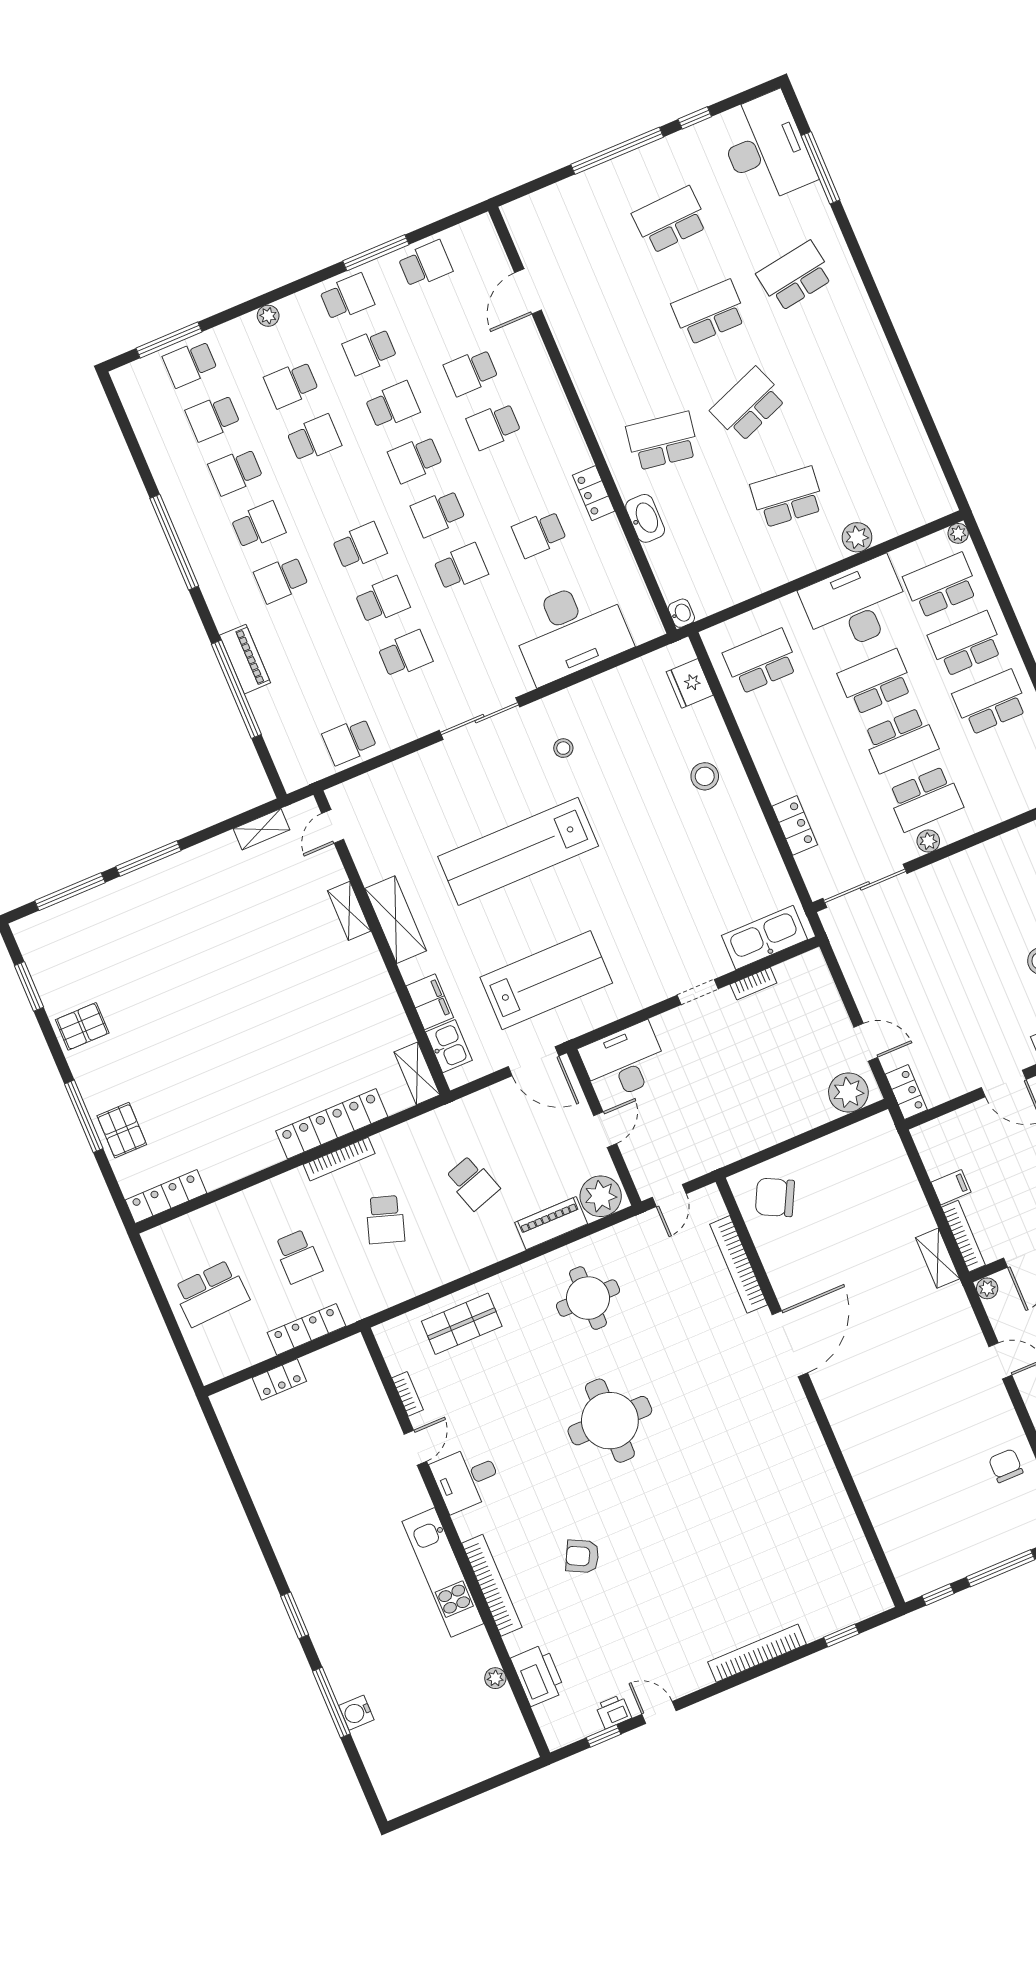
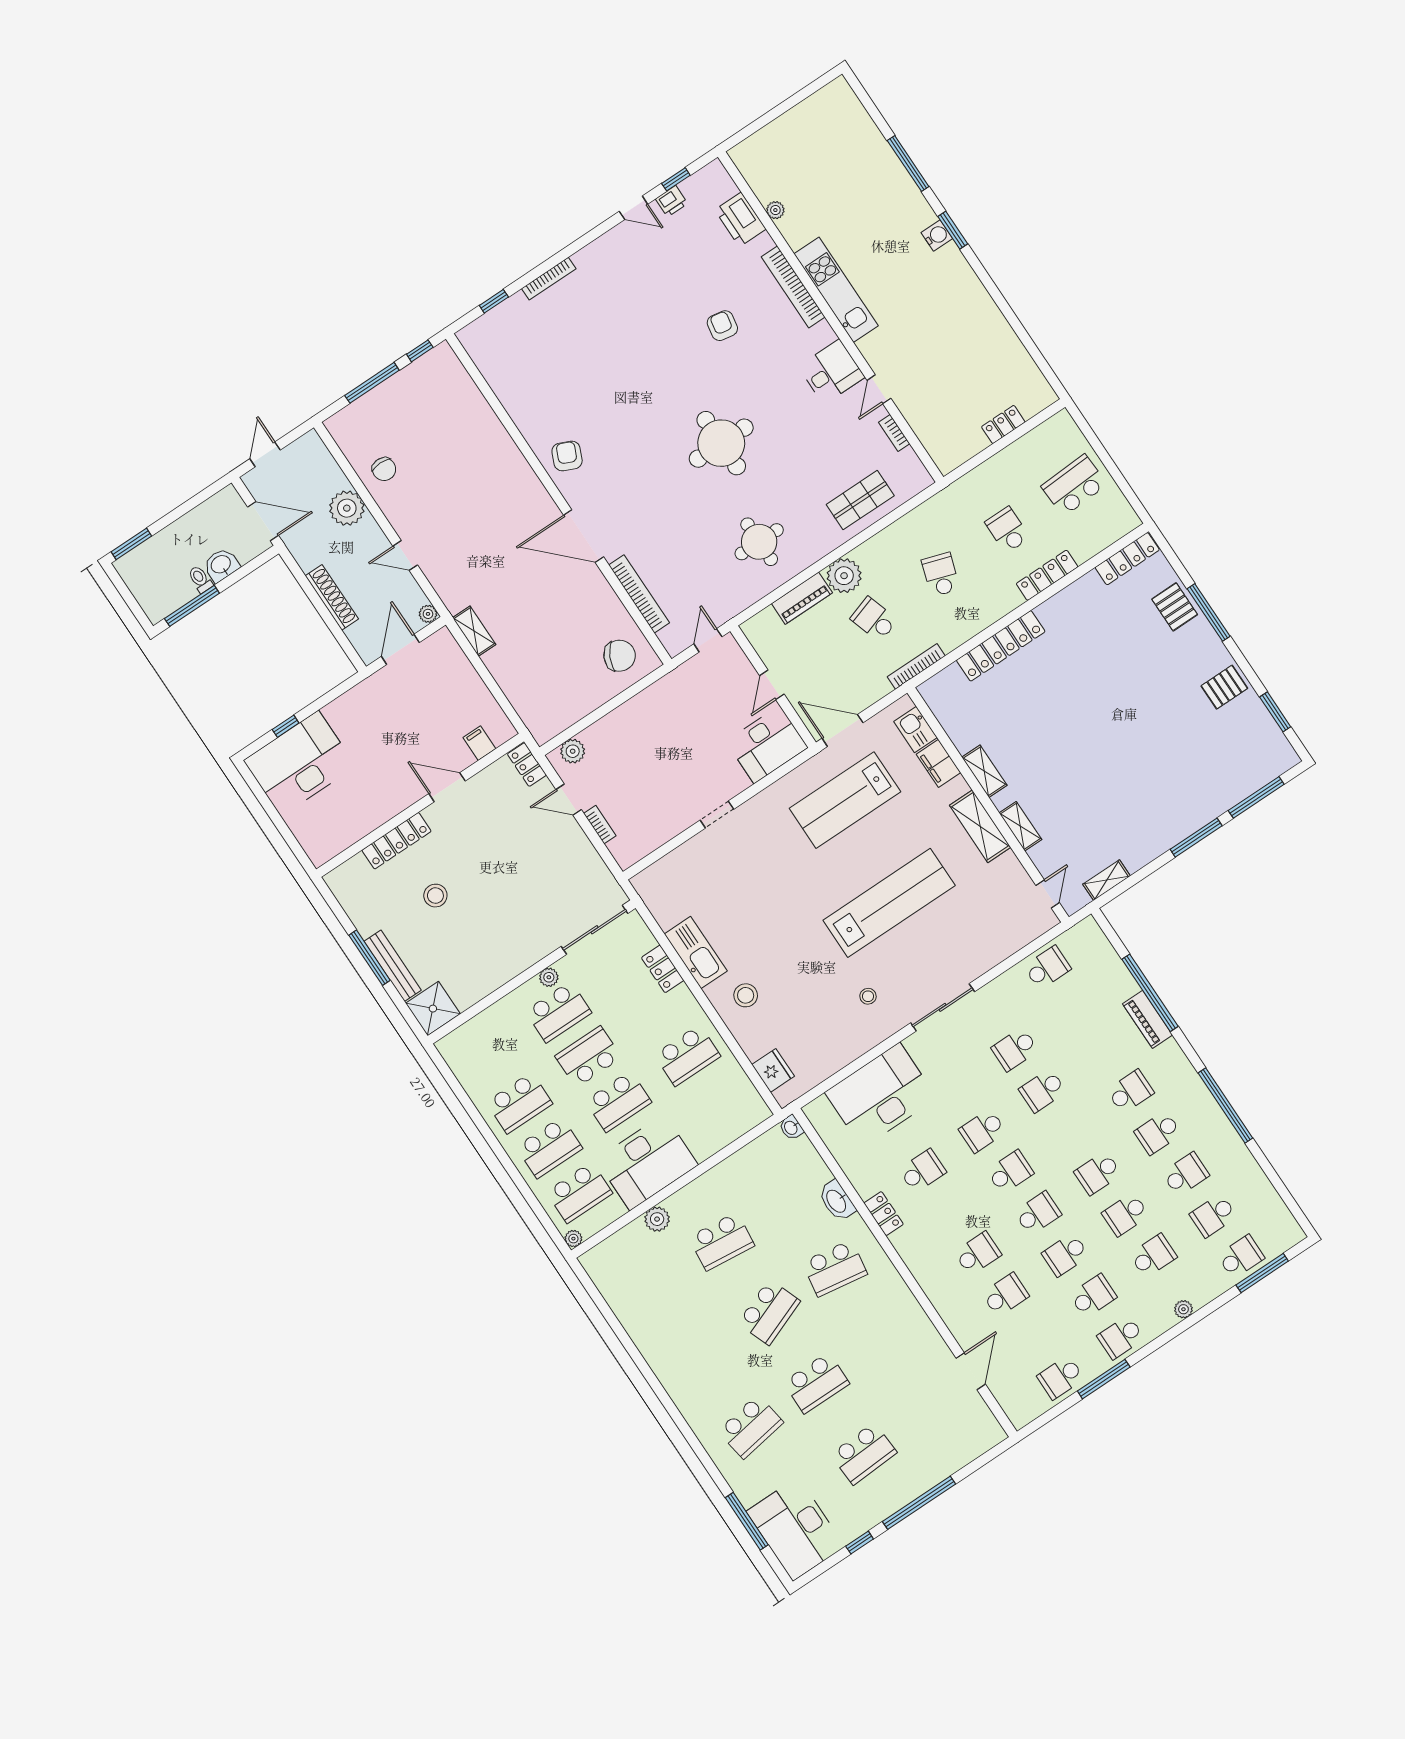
school desk: (213, 418) -> (1213, 1215), turned 180
school desk: (360, 546) -> (1098, 1173), moved
school desk: (761, 661) -> (687, 1055), moved
school desk: (925, 799) -> (558, 1012), turned 180
kitchen sink: (764, 937) -> (696, 953), moved, turned -90
bookcase: (753, 984) -> (600, 825), moved, turned 90
shelving: (417, 1073) -> (984, 771), moved
plant: (848, 1092) -> (573, 751), width x0.73, depth x0.73
bookcase: (339, 1159) -> (916, 666), moved
filing cabinet: (951, 1187) -> (479, 743), moved, turned 90
plant: (601, 1196) -> (844, 576), moved
bookcase: (963, 1236) -> (456, 654), removed
locker: (307, 1329) -> (1047, 575), moved, turned 180
door: (790, 1344) -> (584, 536), hinge flipped
armchair: (791, 1440) -> (567, 456), added
armchair: (582, 1556) -> (722, 326), turned -107
bookcase: (757, 1653) -> (549, 279), width x0.68, depth x0.76
water cooler: (356, 1713) -> (937, 235), moved

